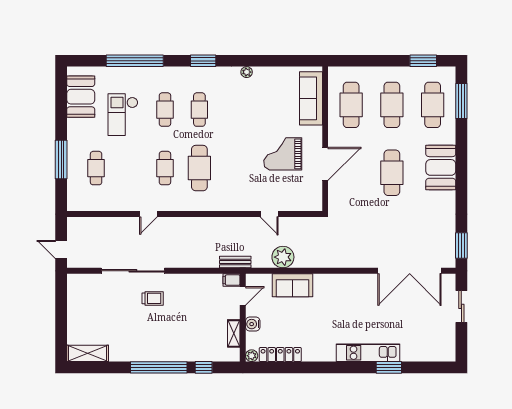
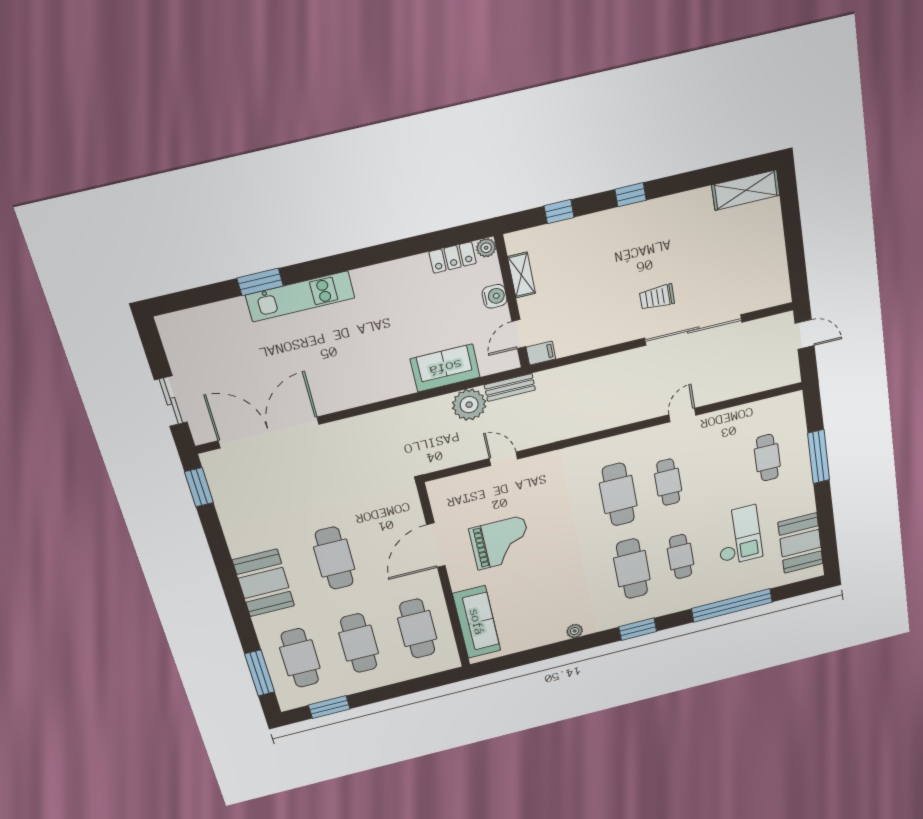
cafe table: (199, 110) -> (632, 569), width x1.37, depth x1.35
bench: (235, 262) -> (510, 387), moved
locker: (280, 355) -> (453, 258), width x0.66
window: (159, 367) -> (631, 195), width x0.32

